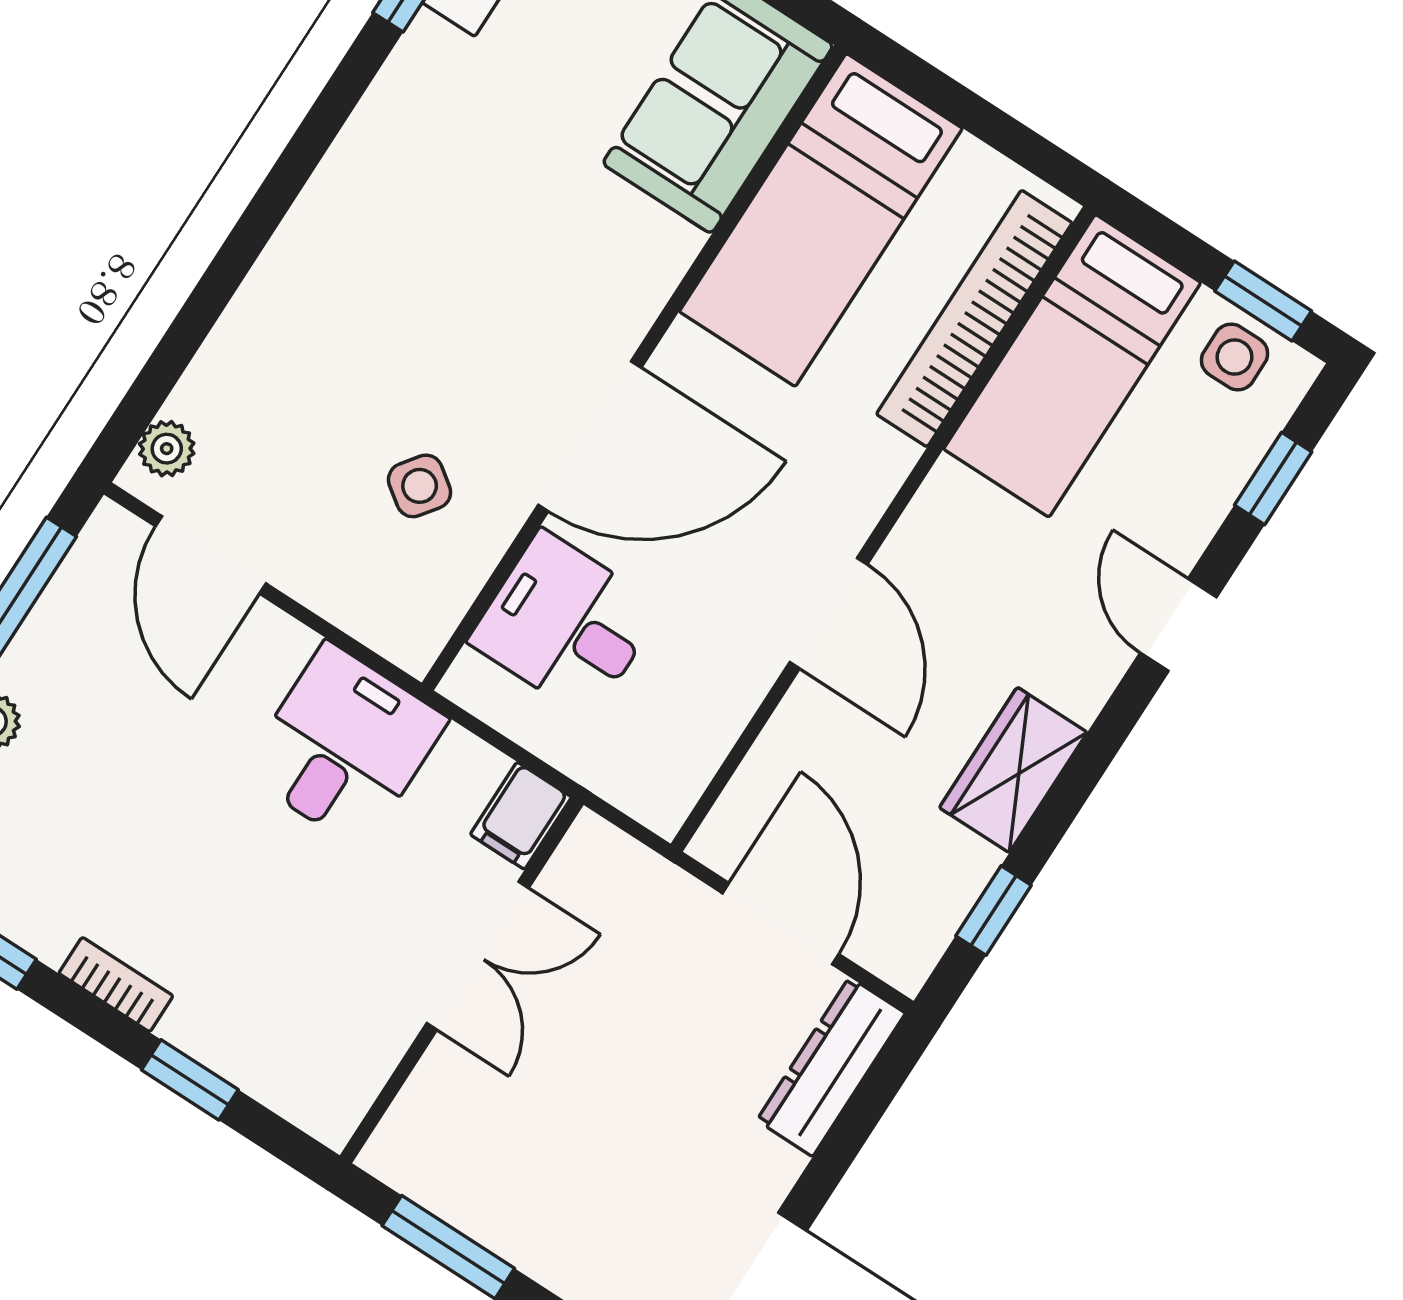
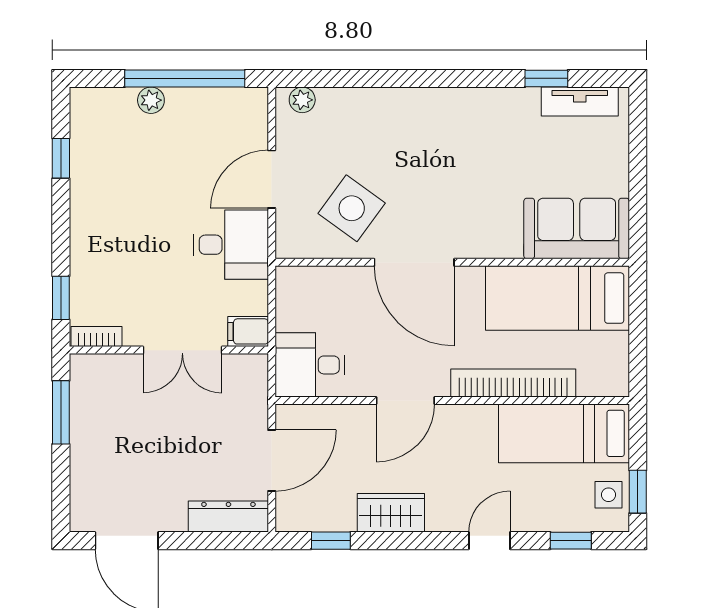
bookcase: (974, 318) -> (513, 383), moved
side table: (420, 486) -> (352, 208), width x1.87, depth x1.87
door: (211, 555) -> (272, 179), moved
desk: (565, 625) -> (310, 365), moved, turned -90
bookcase: (116, 985) -> (96, 337), moved, turned -90
window: (190, 1080) -> (61, 298), moved

